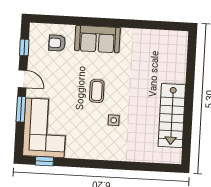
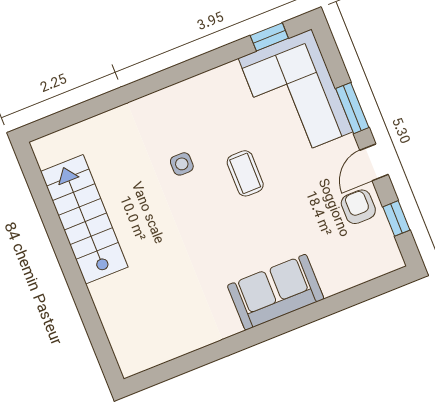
armchair: (57, 43) -> (358, 207), moved, turned -90
door: (22, 79) -> (374, 162), hinge flipped
coffee table: (97, 91) -> (245, 173), moved

